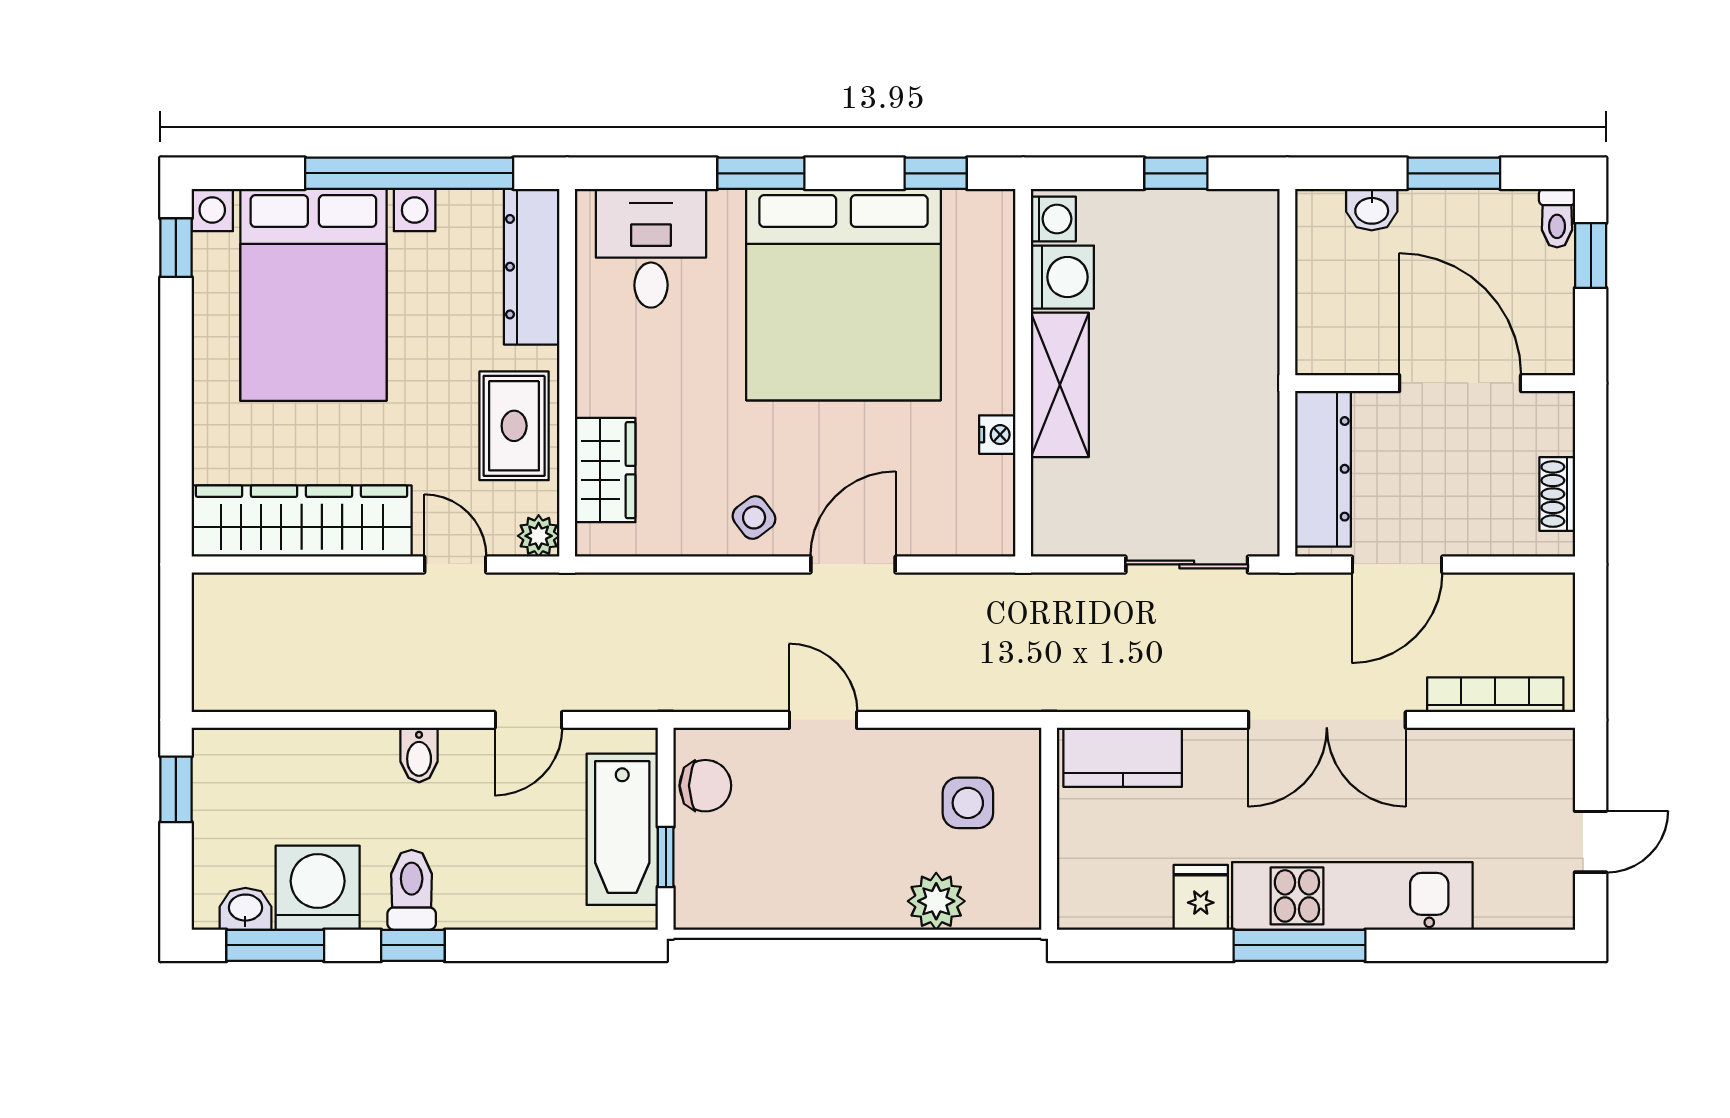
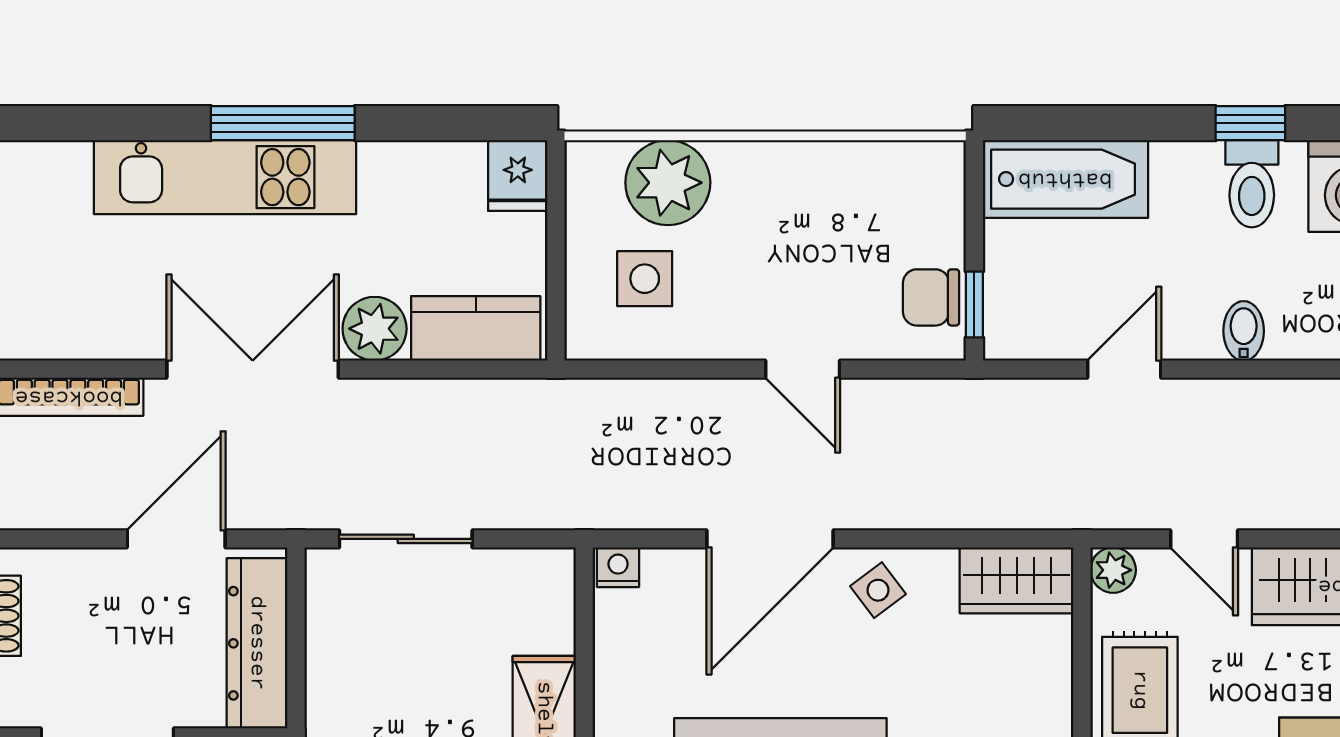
nightstand: (997, 435) -> (618, 567), moved, turned 90
wardrobe: (605, 470) -> (1017, 580), moved, turned -90
door: (853, 564) -> (770, 539), width x1.36
plant: (1215, 757) -> (375, 329), added
bathtub: (622, 829) -> (1065, 179), moved, turned 90
window: (666, 857) -> (974, 305), moved
fridge: (1201, 897) -> (518, 176), moved
plant: (936, 901) -> (668, 183), width x1.36, depth x1.36

